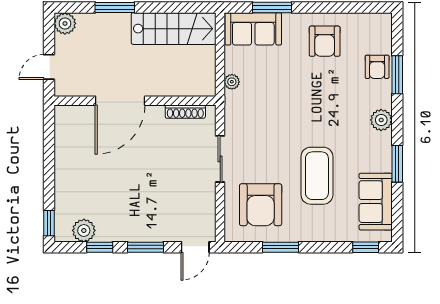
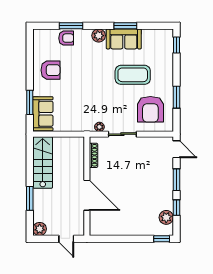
plant: (232, 82) -> (99, 127), moved
sofa: (376, 202) -> (124, 39), moved
armchair: (261, 205) -> (150, 109), turned 90

